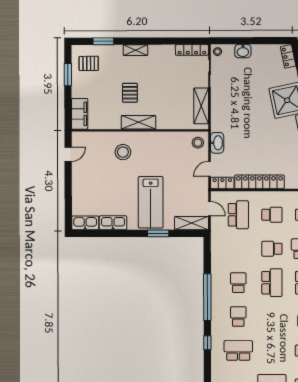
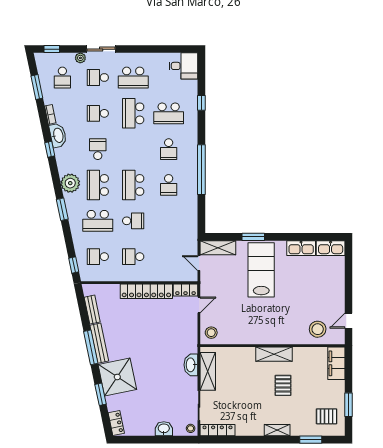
washbasin: (217, 143) -> (191, 365), moved
stool: (123, 152) -> (318, 329), moved
school desk: (238, 215) -> (133, 113), moved
window: (207, 343) -> (201, 103), moved

